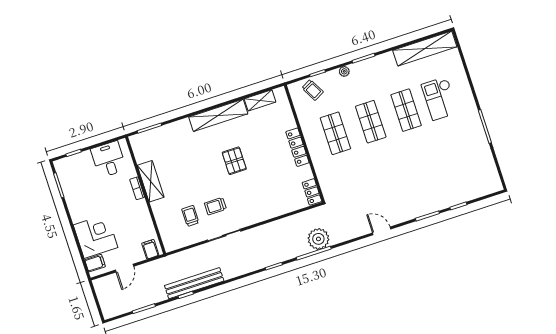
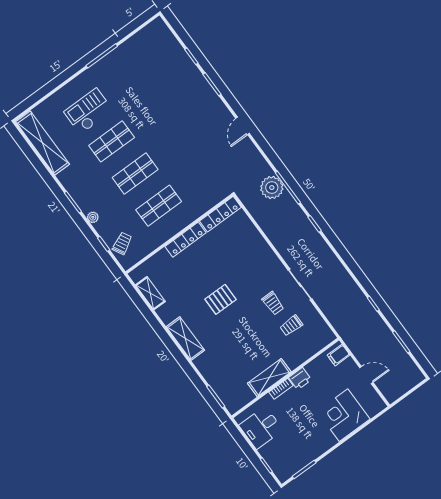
checkout: (440, 98) -> (88, 111), turned 180
shelving: (218, 115) -> (185, 339), width x0.68
locker: (312, 192) -> (220, 214), width x1.53
printer: (141, 208) -> (300, 379), added
filing cabinet: (95, 263) -> (371, 407), removed
bench: (194, 283) -> (358, 299), removed

